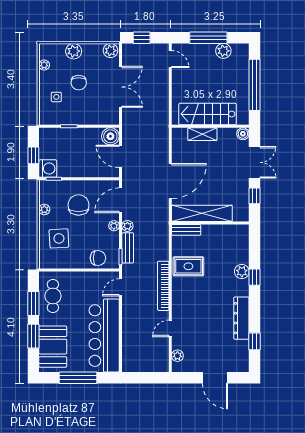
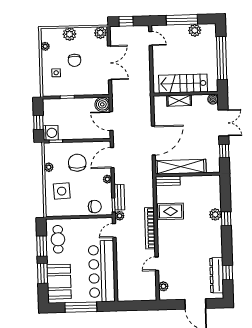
plant: (127, 226) -> (120, 216), moved
dresser: (241, 318) -> (217, 275), moved

